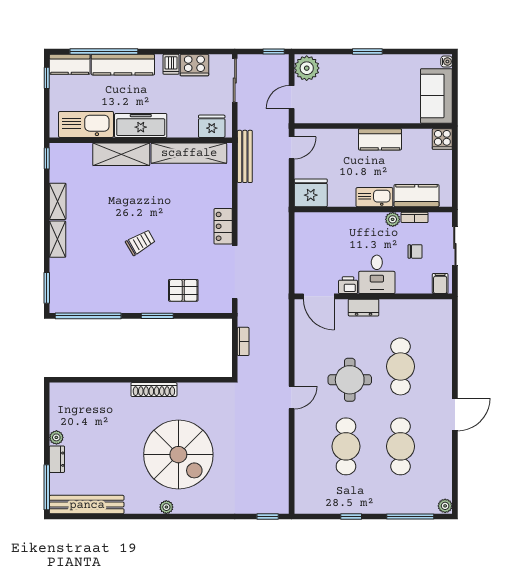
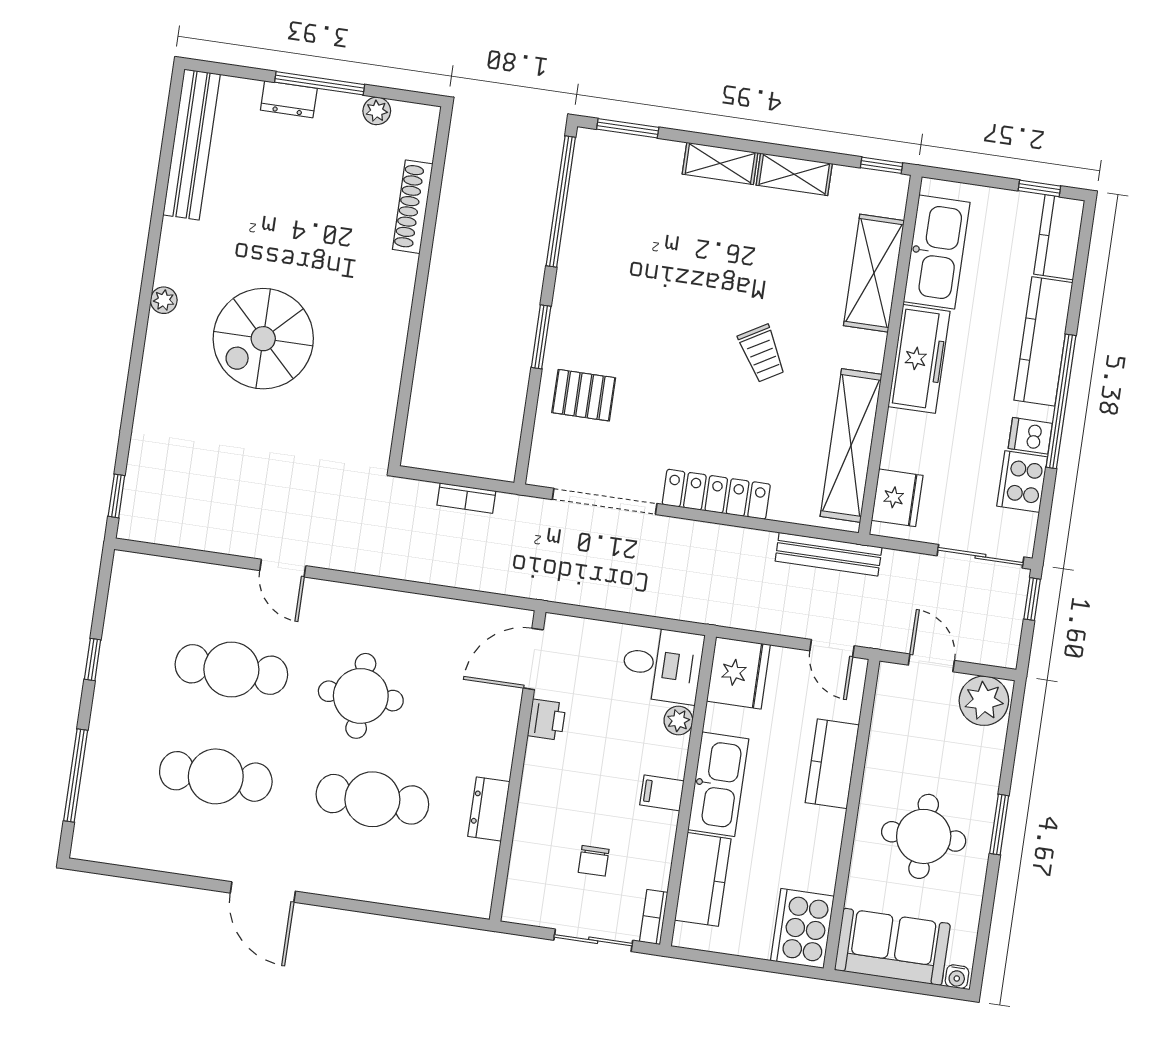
window: (104, 51) -> (1061, 401), moved
window: (274, 51) -> (1032, 599), moved
round table: (379, 88) -> (924, 836), added
kitchen counter: (380, 139) -> (832, 764), moved
cooker: (442, 139) -> (802, 929), width x1.87, depth x1.31
shelving: (121, 154) -> (874, 273), moved
kitchen sink: (374, 197) -> (718, 784), width x1.36, depth x1.24
bookcase: (415, 217) -> (654, 917), moved
plant: (393, 219) -> (678, 720), moved
locker: (223, 226) -> (716, 494), width x1.53
trolley: (140, 242) -> (762, 353), moved
desk: (377, 274) -> (662, 665), moved, turned 180
filing cabinet: (440, 283) -> (662, 793), moved, turned 180
pallet: (183, 290) -> (584, 395), turned 90
dresser: (364, 308) -> (489, 809), moved
shoe rack: (154, 390) -> (413, 207), moved
door: (292, 398) -> (283, 568), moved
plant: (56, 437) -> (377, 111), moved
spiral stairs: (178, 455) -> (263, 339), width x0.73, depth x0.73
window: (47, 487) -> (320, 83), moved
plant: (445, 506) -> (86, 847), removed

